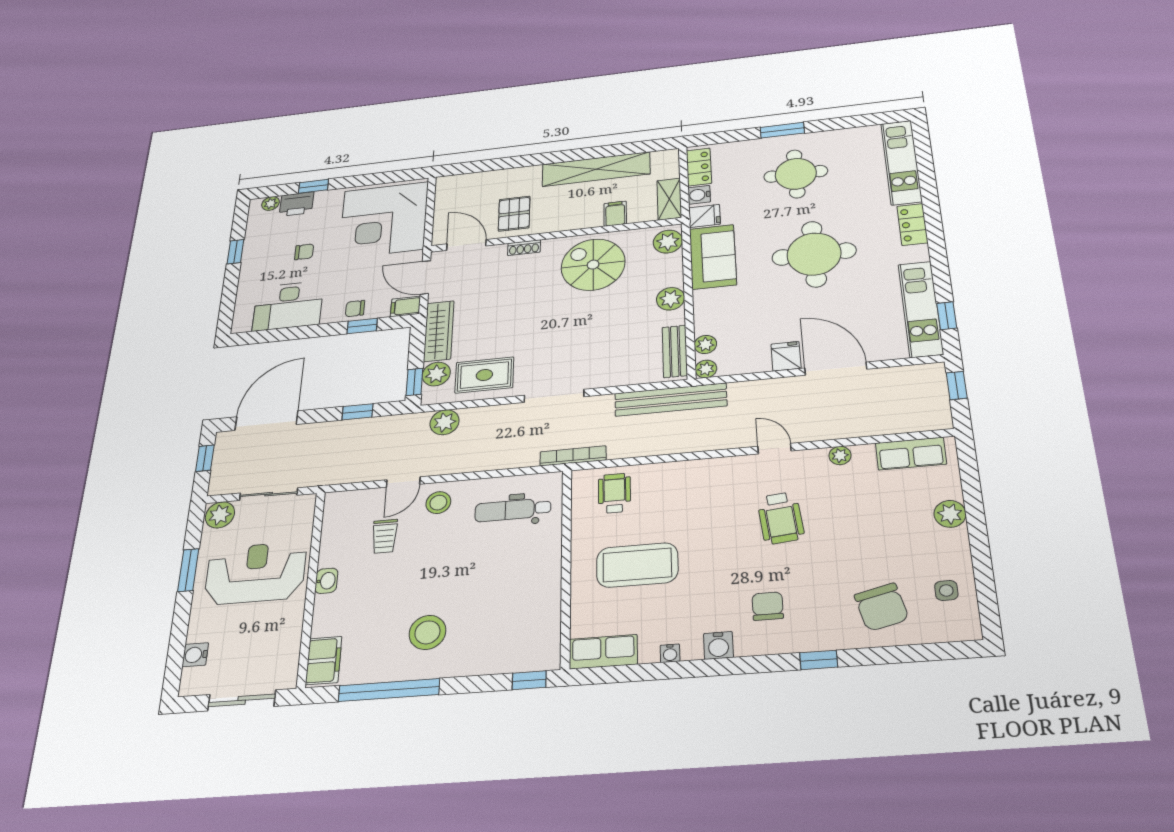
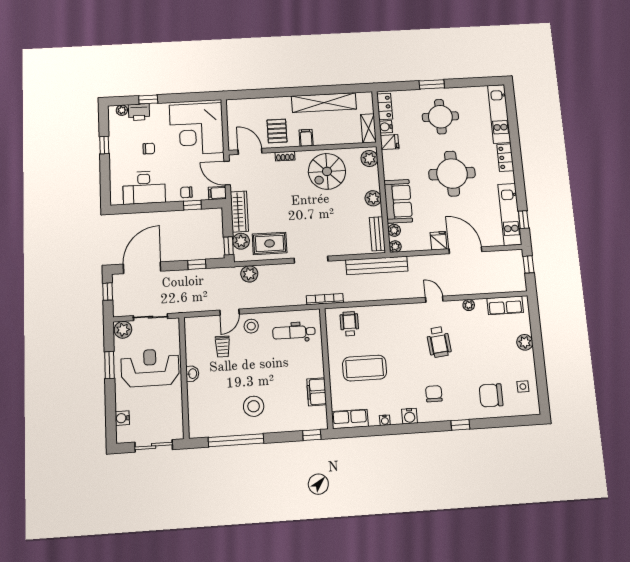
filing cabinet: (615, 214) -> (306, 138), moved
sofa: (713, 257) -> (398, 201), moved
spiral stairs: (593, 265) -> (327, 171), turned -90
chair: (881, 607) -> (491, 395), turned 104
filing cabinet: (324, 660) -> (317, 392), moved, turned 180

